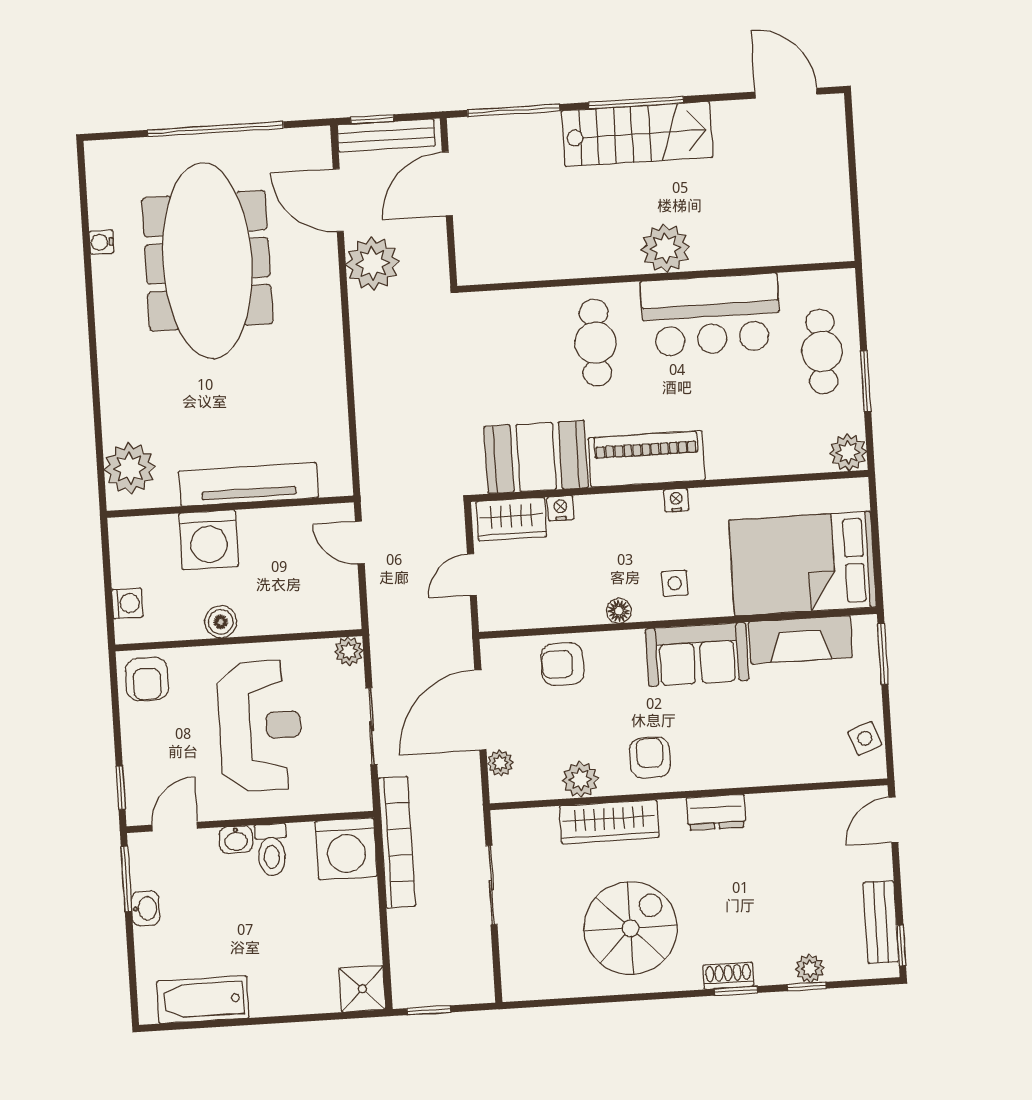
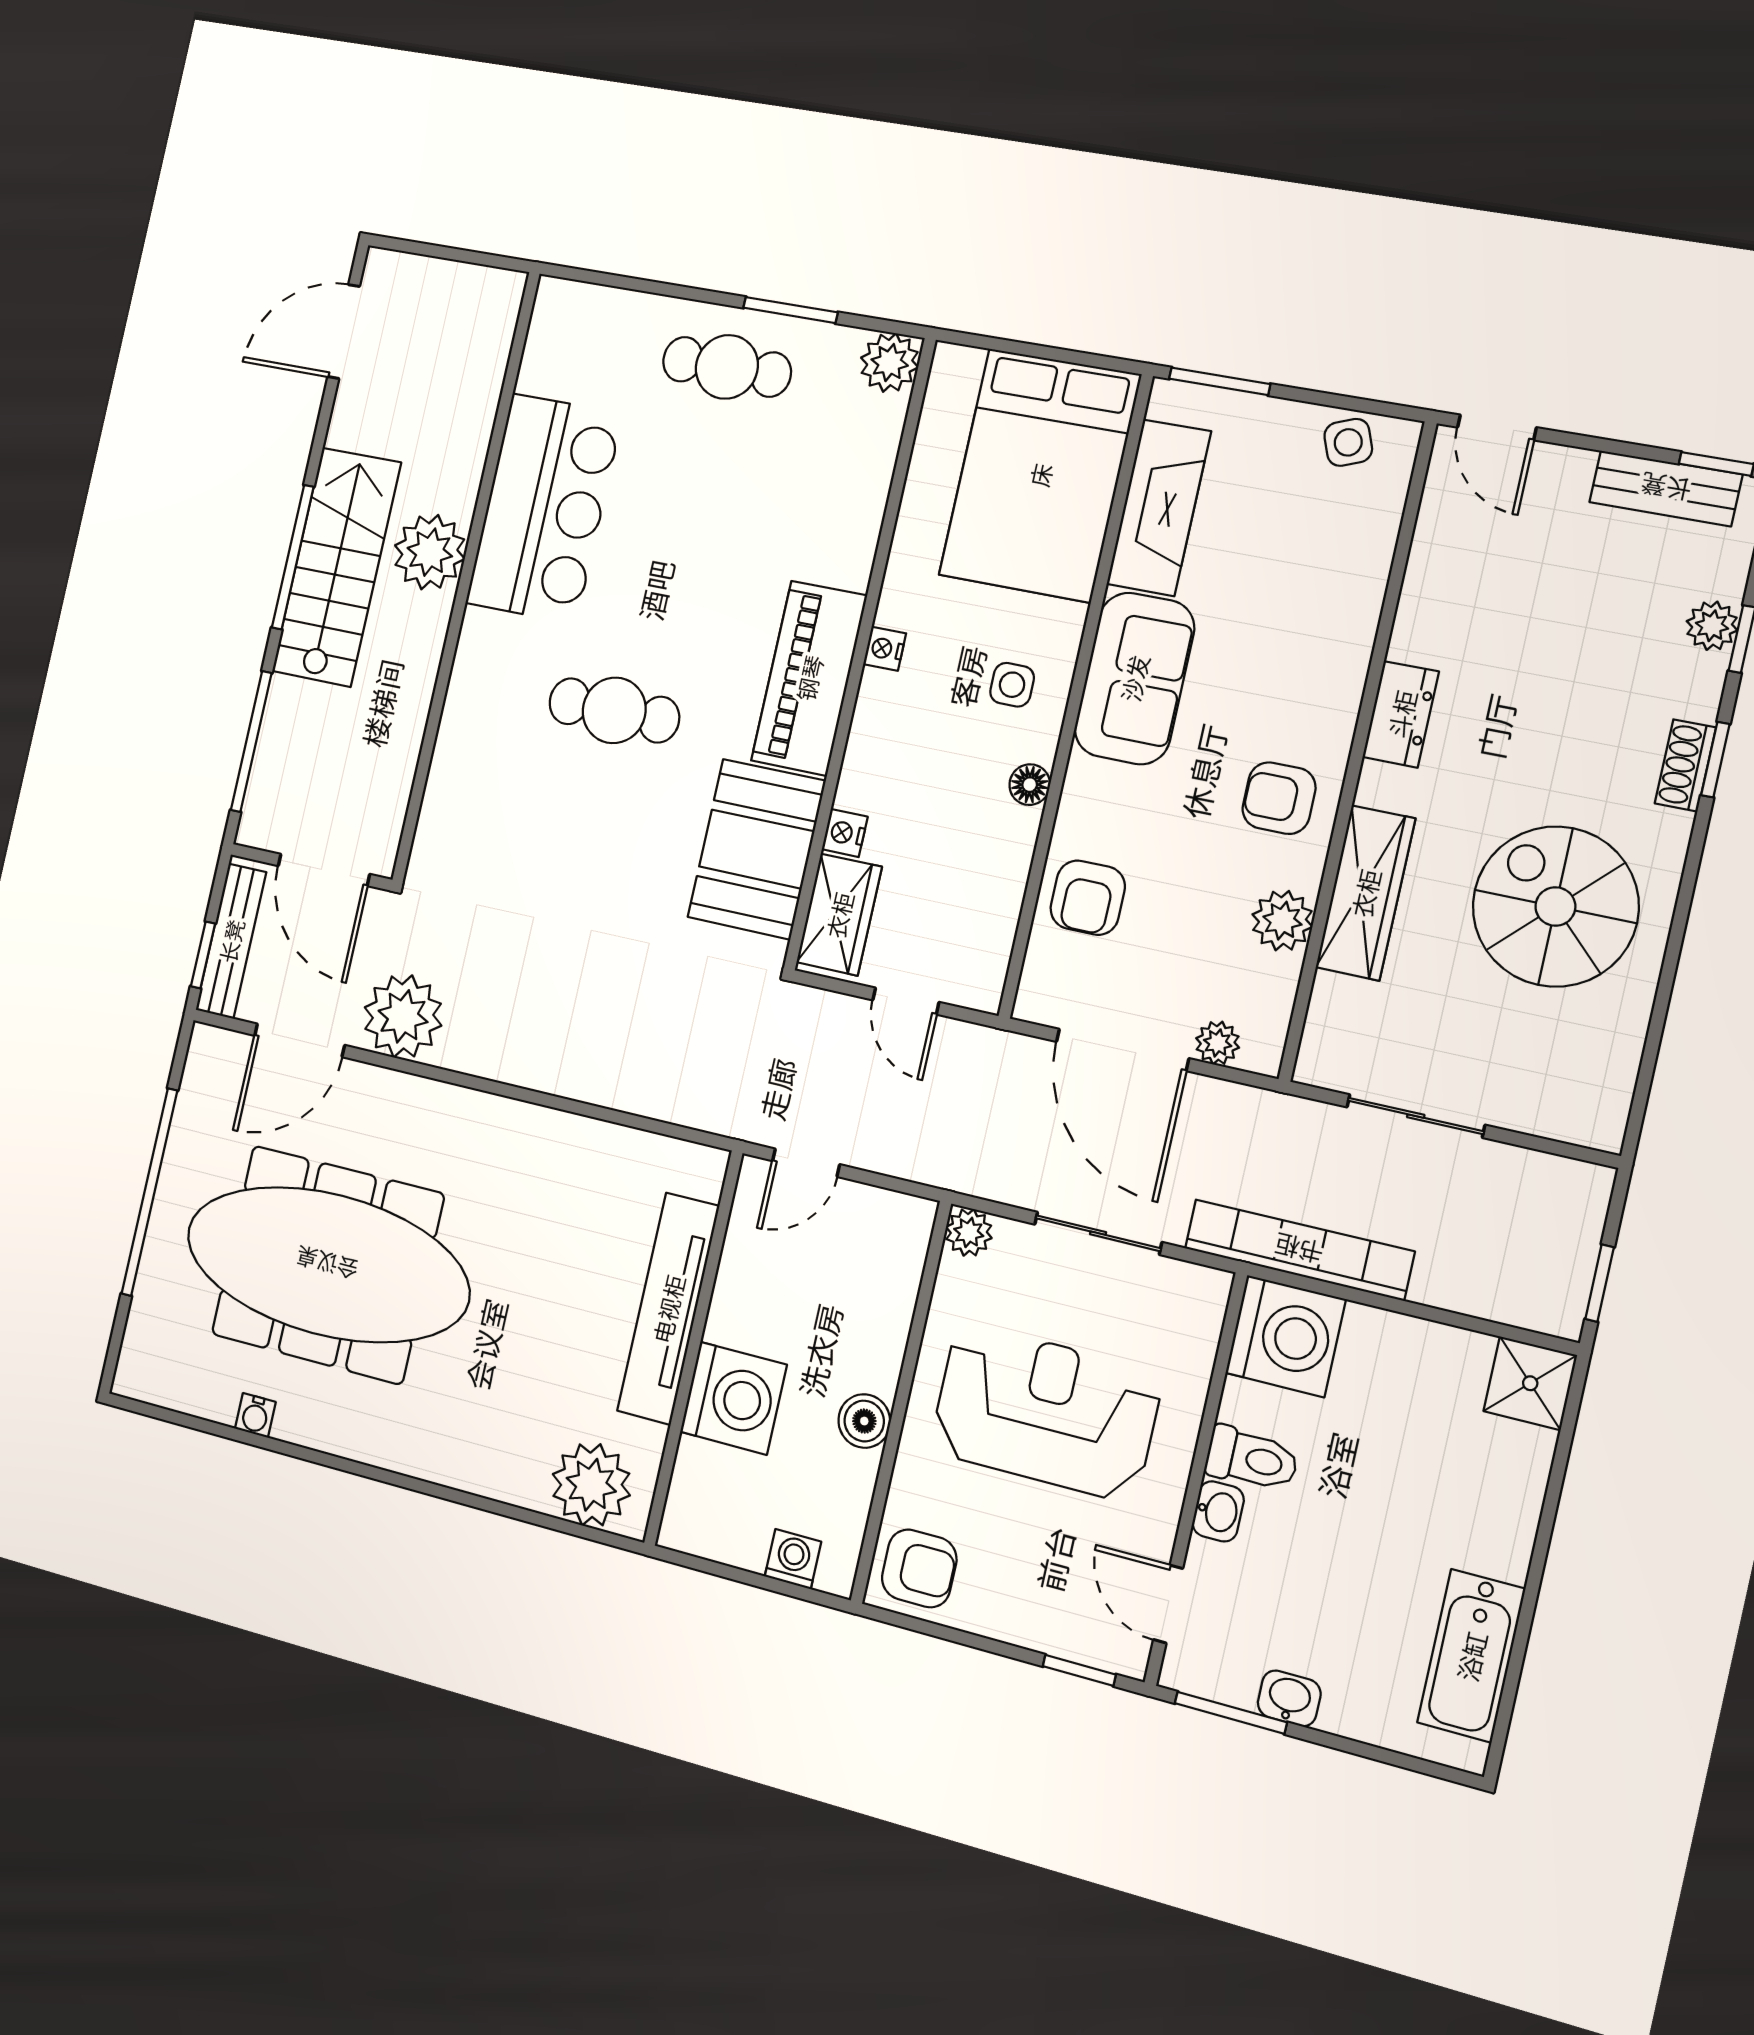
plant: (665, 248) -> (430, 552), moved
wall: (656, 277) -> (466, 577), moved
bar counter: (711, 315) -> (544, 509), moved

